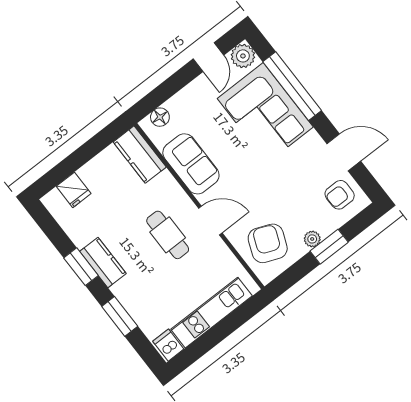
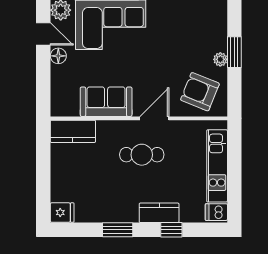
floor lamp: (160, 117) -> (58, 56), moved
fridge: (74, 190) -> (62, 213), moved
armchair: (340, 195) -> (205, 18), removed
kitchen counter: (103, 262) -> (159, 213), moved
window: (120, 316) -> (171, 230), width x0.67

